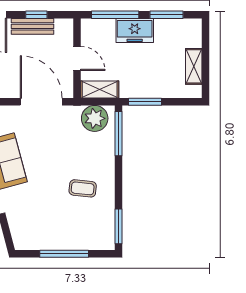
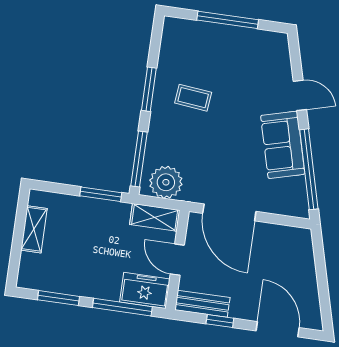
bench: (32, 26) -> (202, 304), moved
freezer: (135, 30) -> (145, 290), moved
window: (119, 226) -> (149, 89), moved

